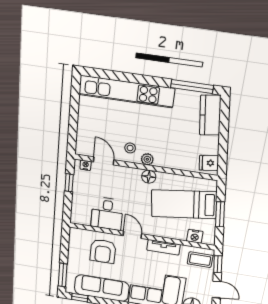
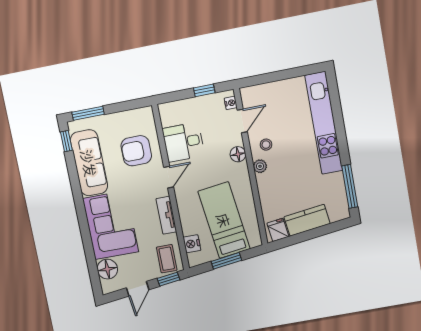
kitchen counter: (210, 115) -> (307, 220), moved
floor lamp: (149, 177) -> (238, 154), moved

